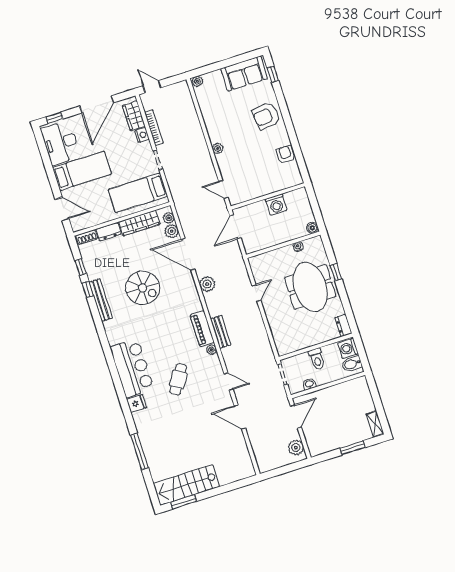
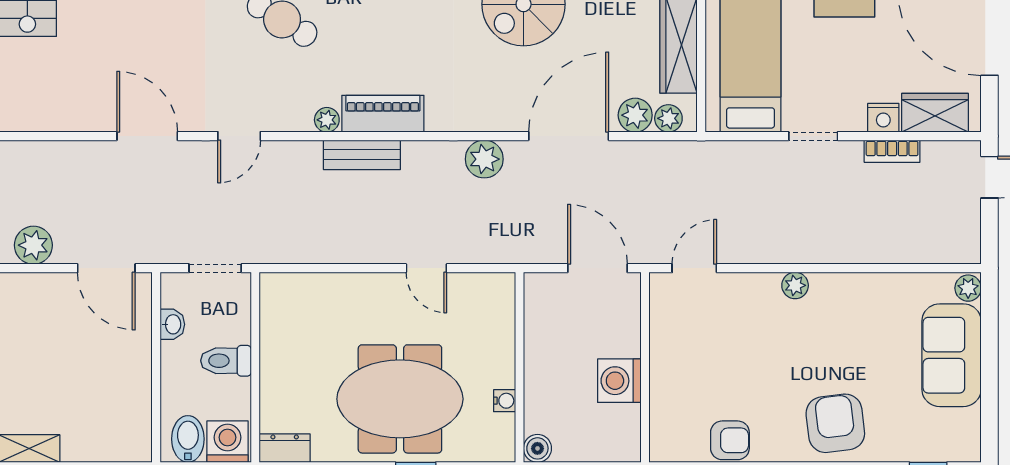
sofa: (244, 73) -> (952, 355), moved
bookcase: (154, 128) -> (892, 151), width x0.64
door: (240, 417) -> (147, 136), hinge flipped

